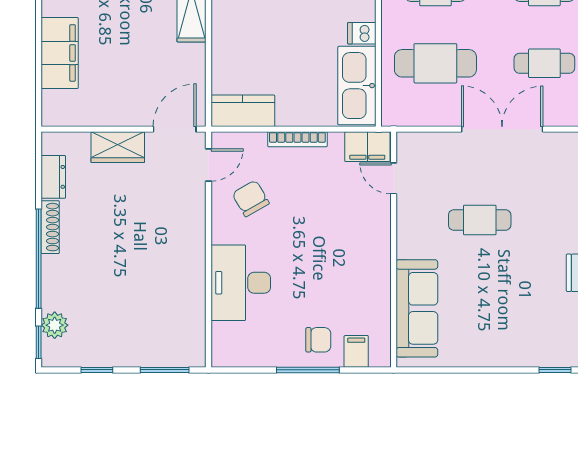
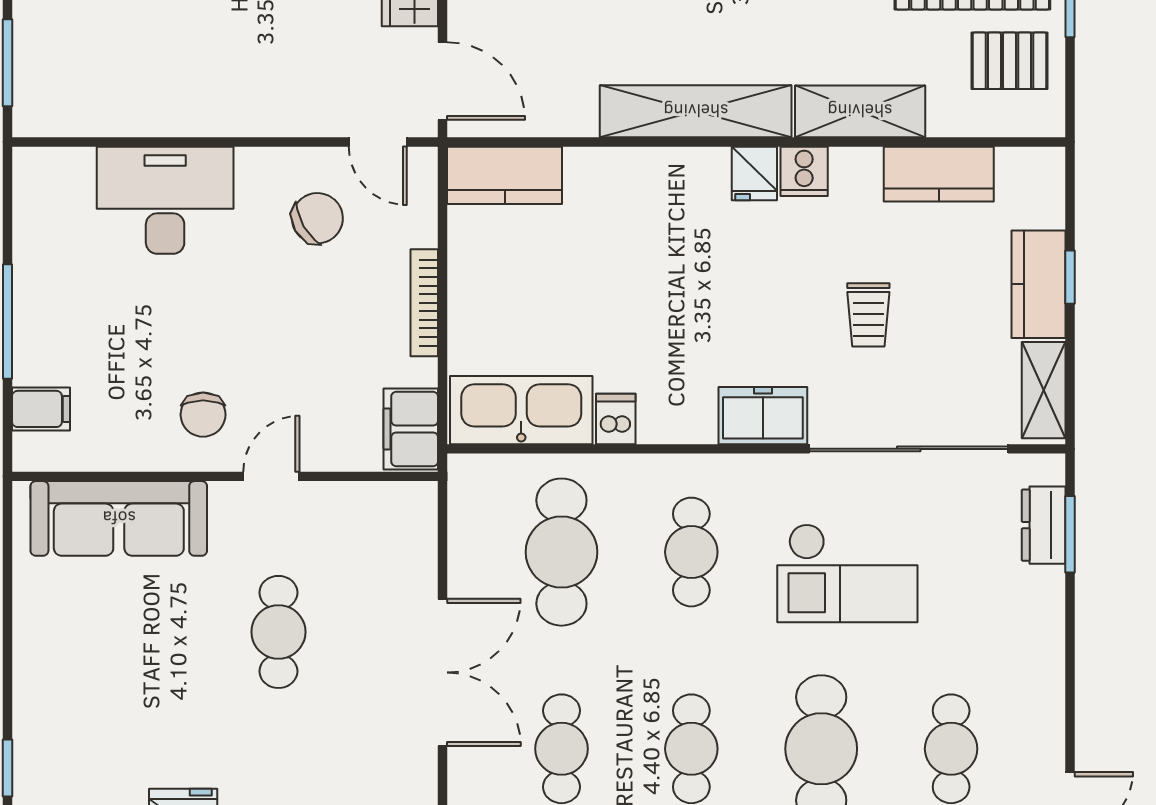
kitchen counter: (243, 111) -> (505, 175), moved, turned 90
door: (394, 178) -> (271, 476), moved
chair: (318, 340) -> (203, 415), moved

